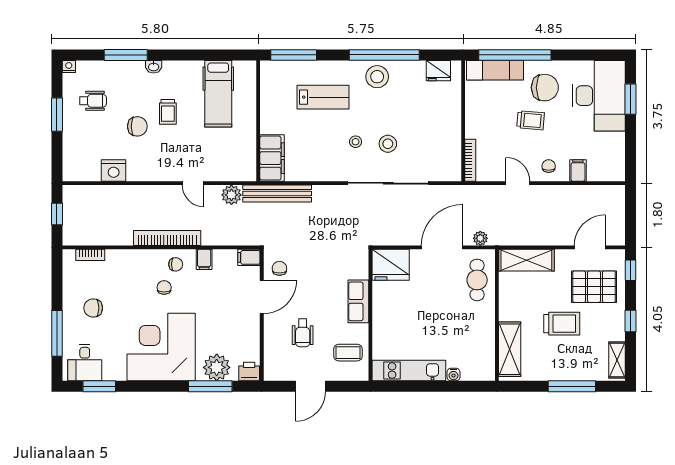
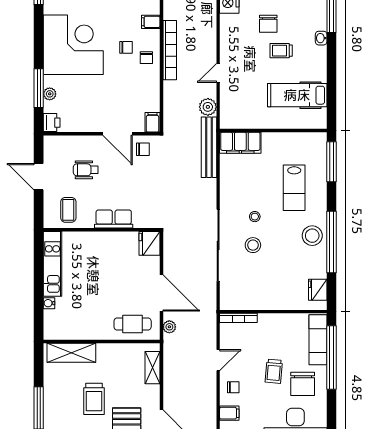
filing cabinet: (204, 259) -> (151, 22), moved
shelving: (526, 260) -> (153, 368), width x0.67, depth x0.75
fridge: (391, 265) -> (150, 243), width x0.73, depth x0.75
plant: (217, 367) -> (50, 94), width x0.53, depth x0.53

